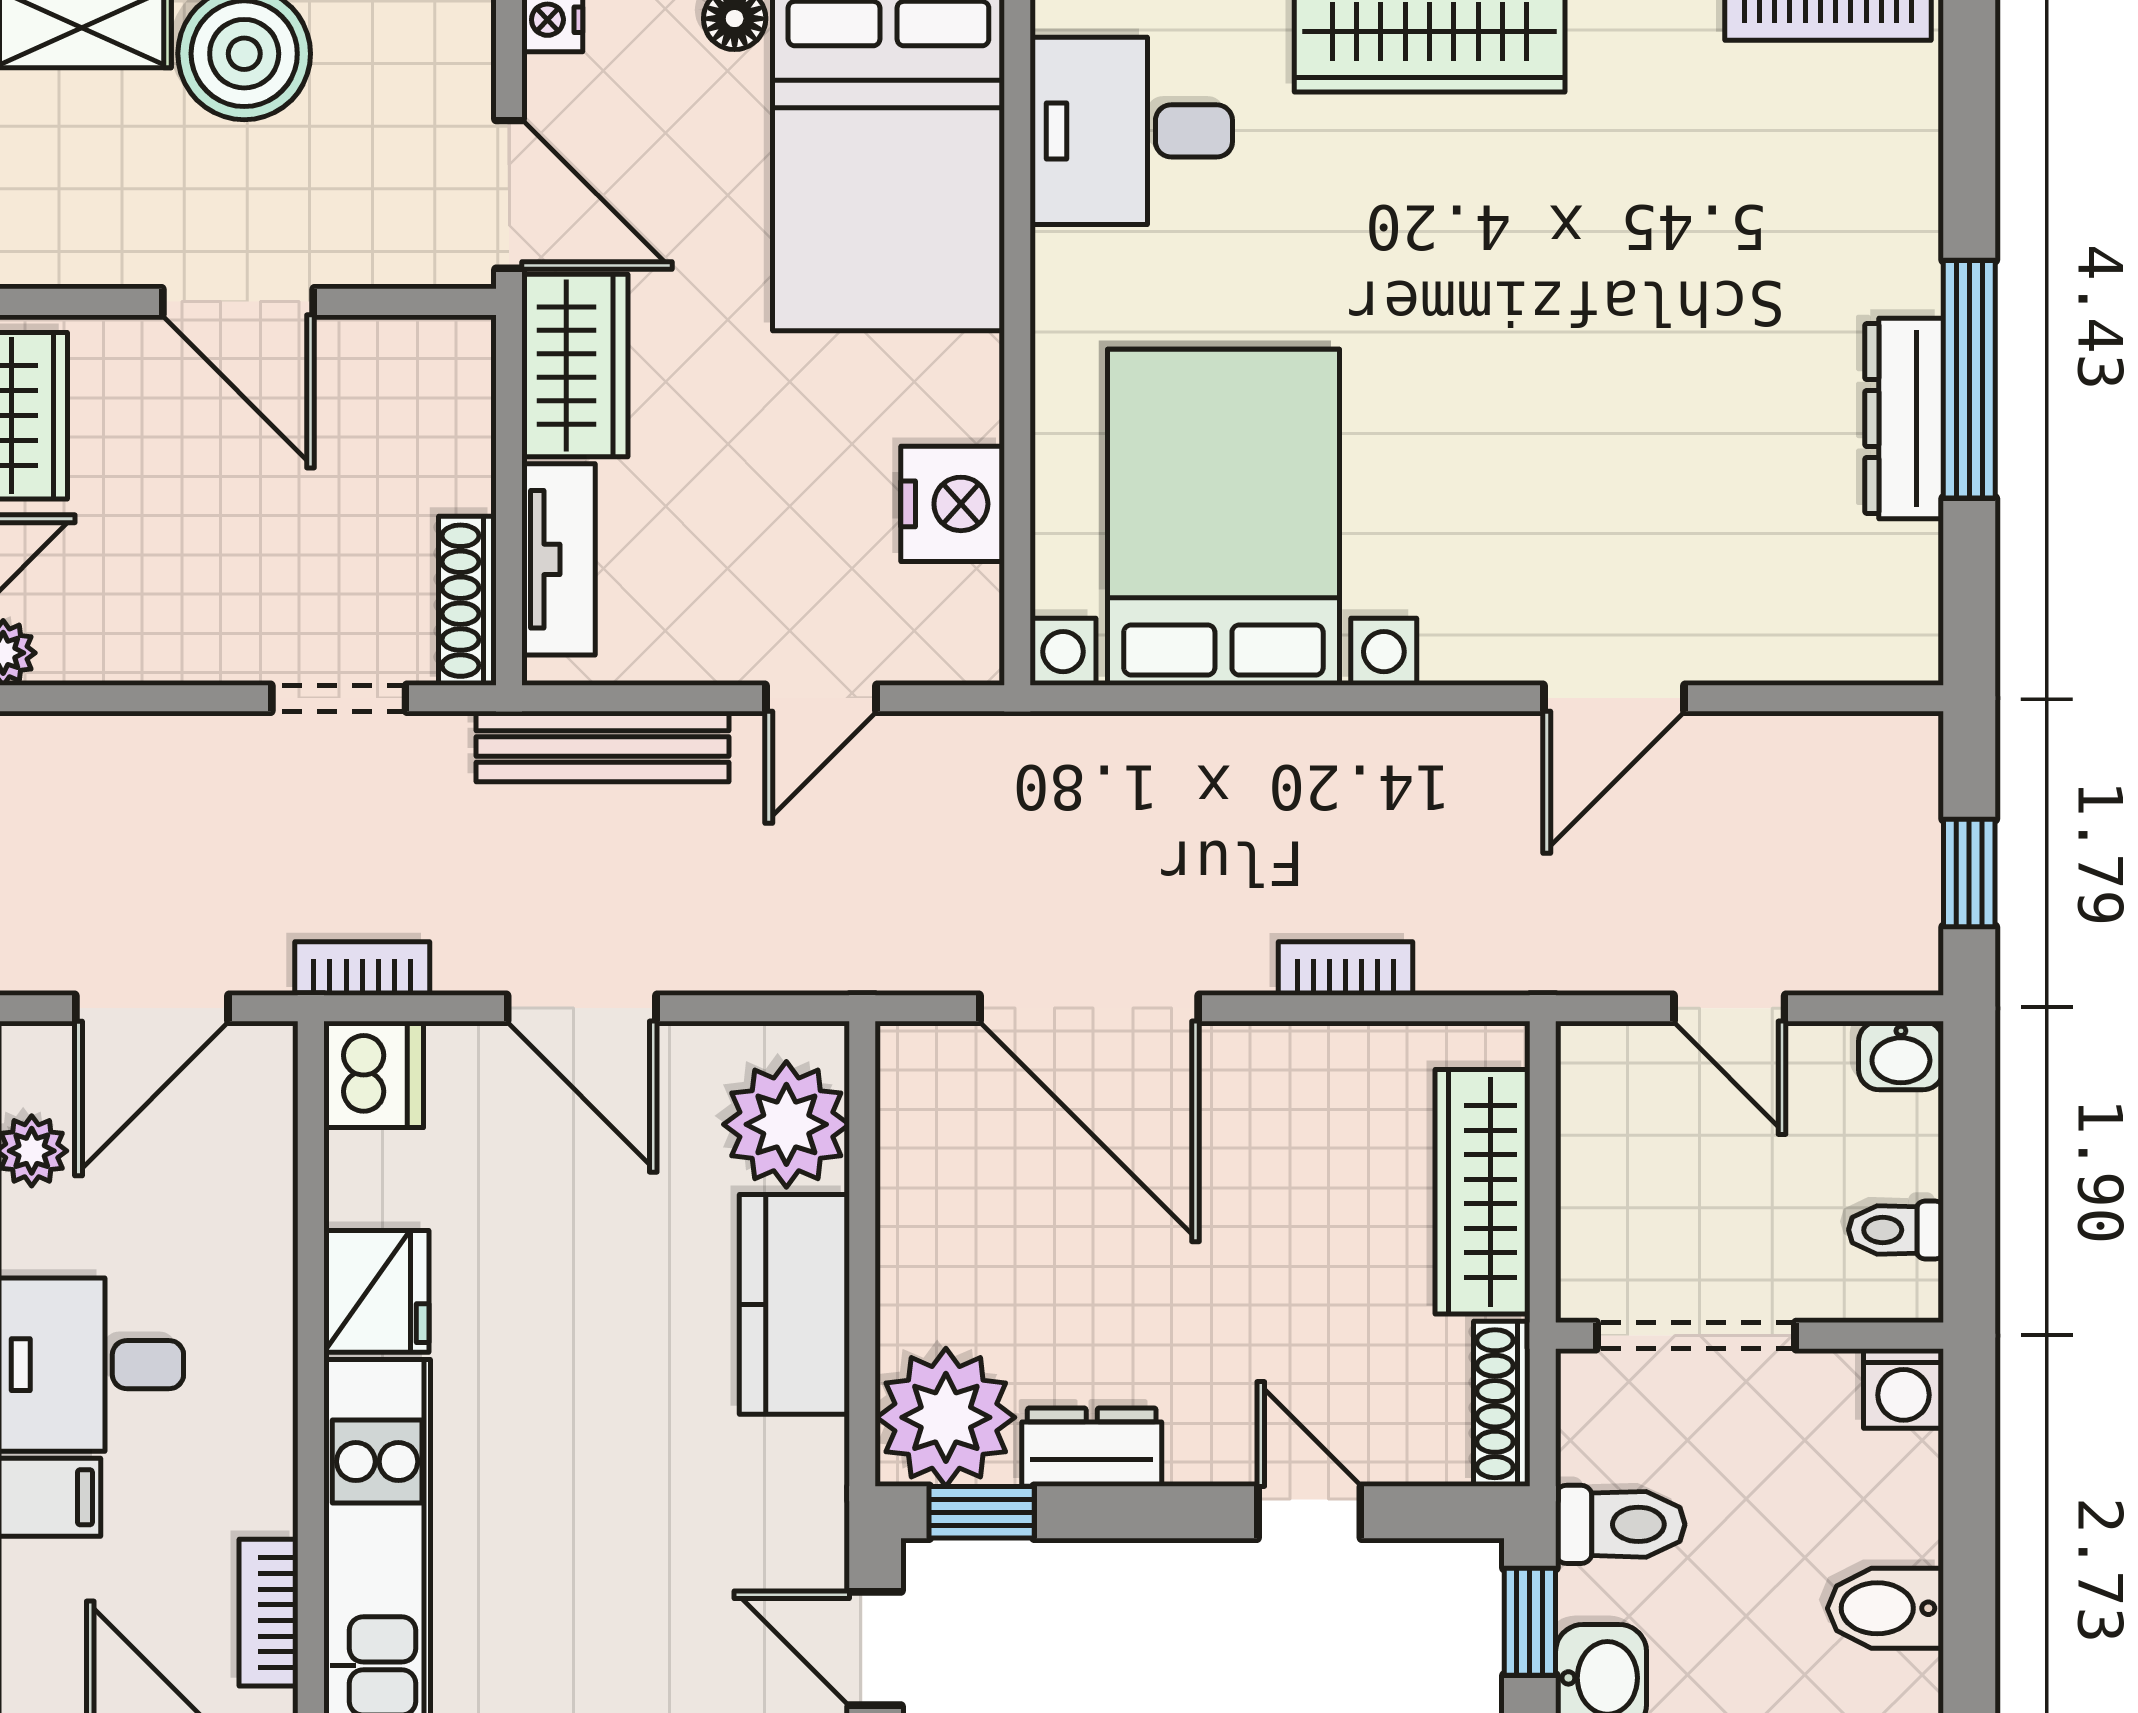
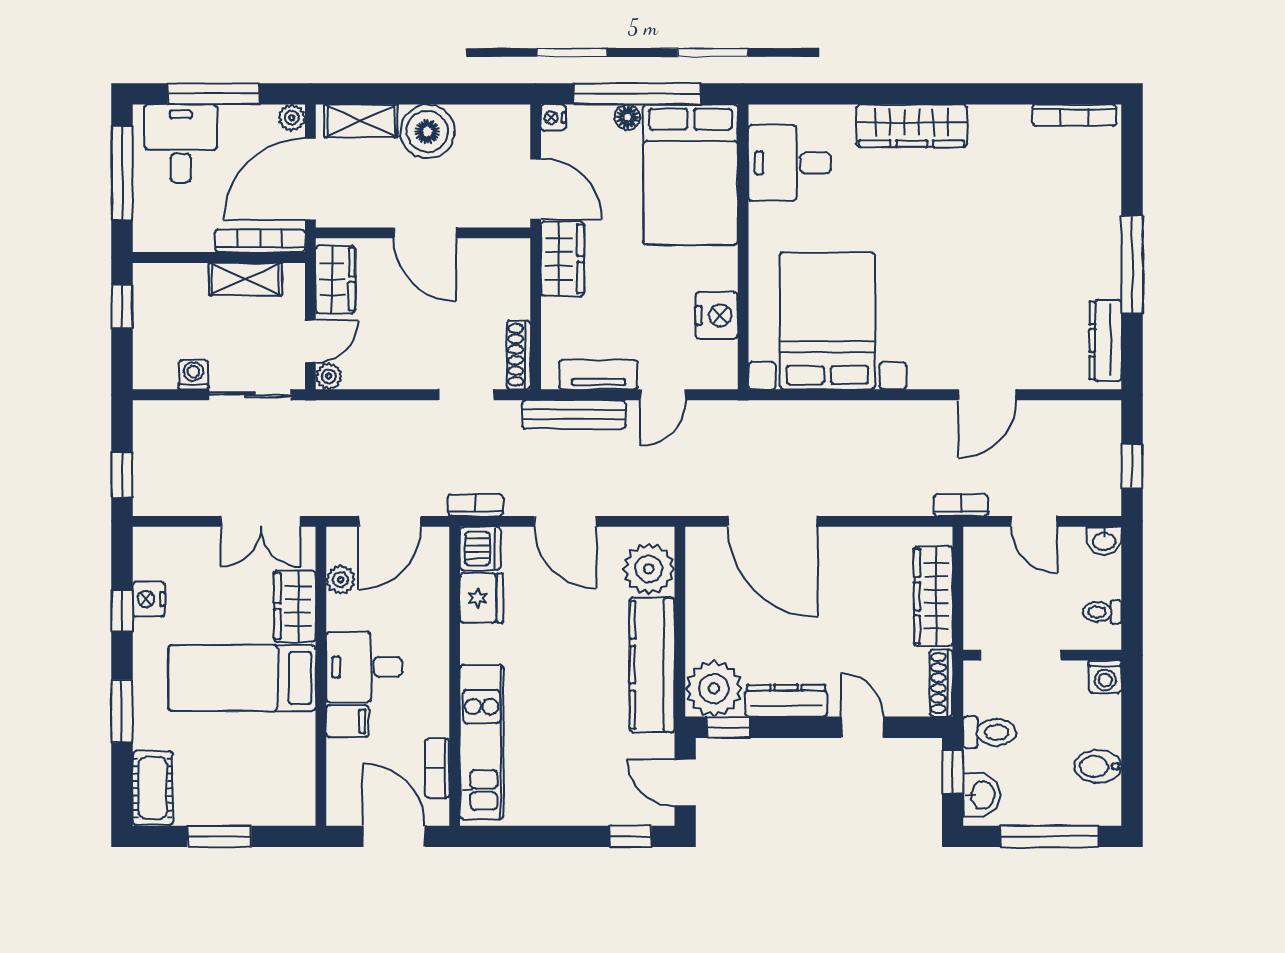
dresser: (1904, 418) -> (1105, 340), moved
tv unit: (558, 559) -> (599, 375), moved, turned -90
bookcase: (1345, 969) -> (961, 505), moved
fridge: (376, 1291) -> (481, 598), moved
kitchen counter: (794, 1304) -> (652, 665), width x1.50
dresser: (1092, 1447) -> (786, 701), width x1.44

